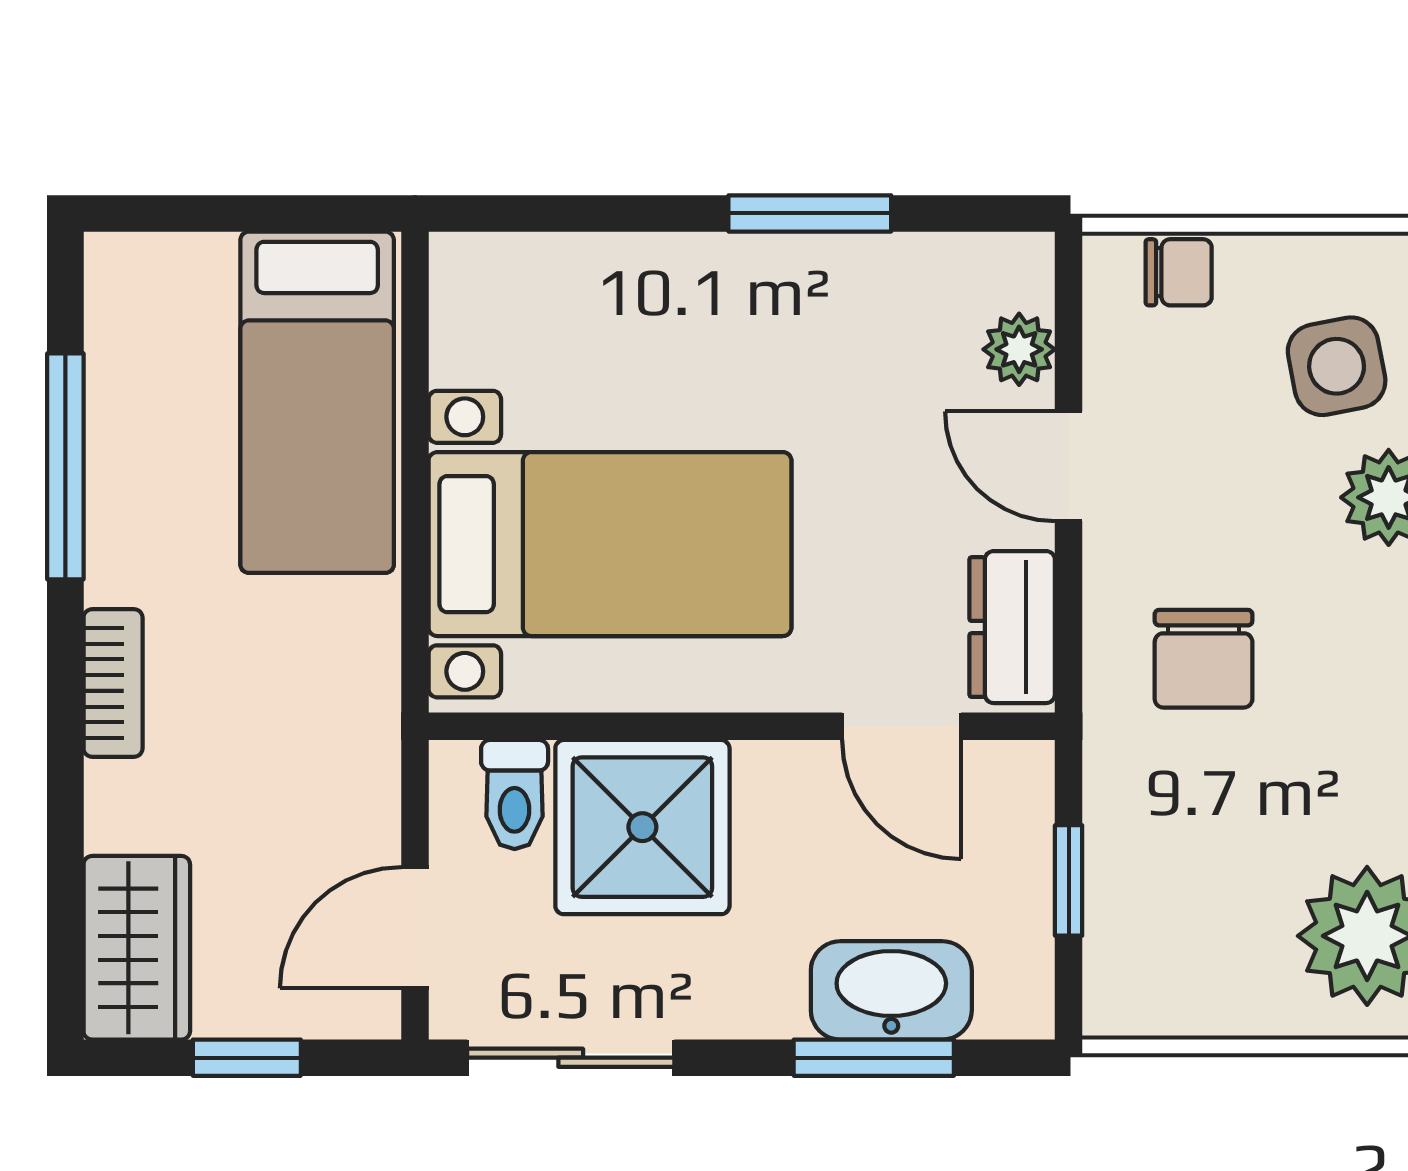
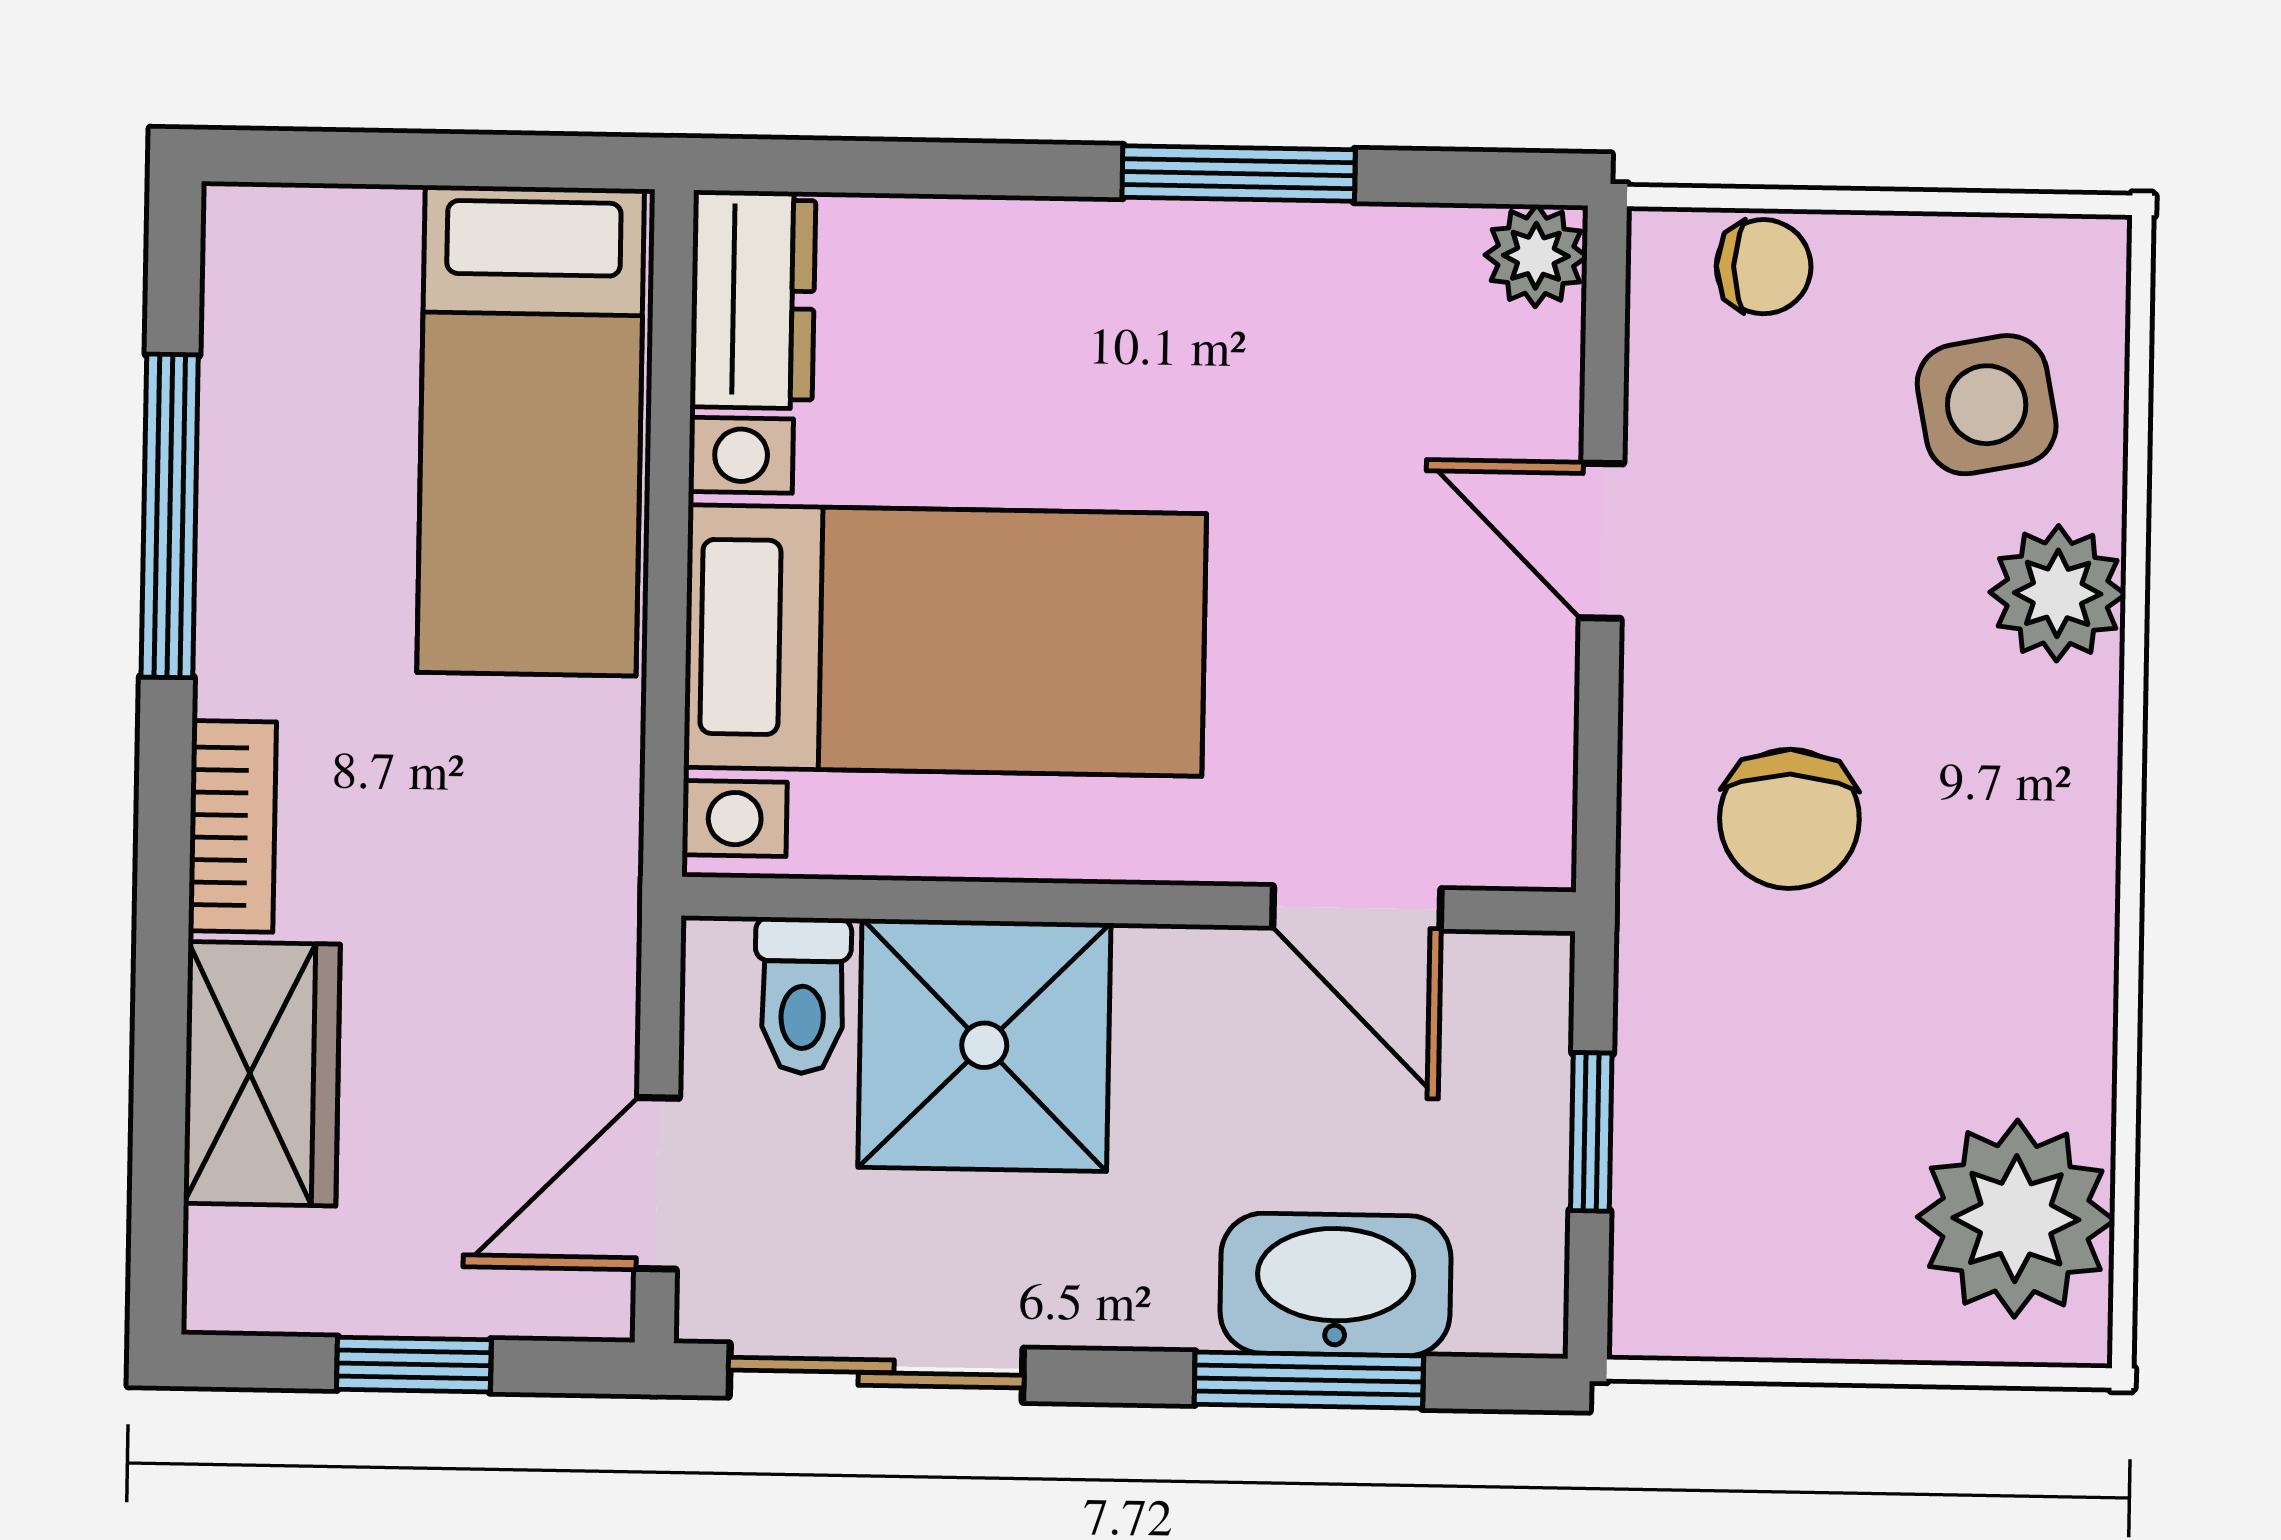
plant: (1019, 349) -> (1536, 256), moved
dresser: (1012, 627) -> (753, 299), moved, turned 180
wardrobe: (137, 948) -> (262, 1074), moved

